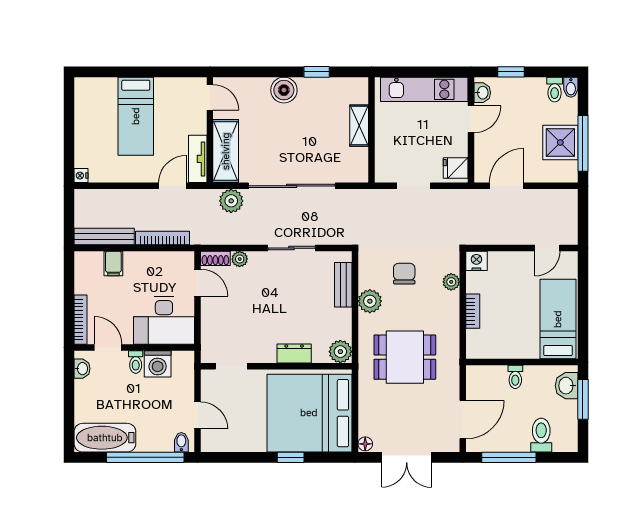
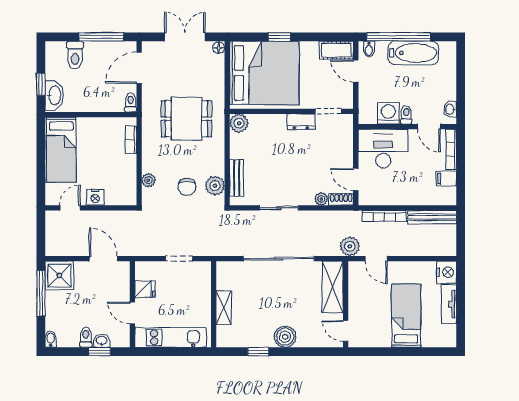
toilet: (555, 90) -> (86, 337), moved
washbasin: (482, 93) -> (102, 341), moved, turned 90
door: (471, 119) -> (132, 313), hinge flipped
shower: (560, 142) -> (59, 275), moved
tv unit: (198, 159) -> (449, 304), moved, turned 180
fridge: (456, 168) -> (145, 289), moved
nightstand: (81, 176) -> (446, 272), width x1.89, depth x1.79
door: (172, 186) -> (376, 259), hinge flipped
door: (507, 186) -> (103, 259), swing flipped
plant: (231, 201) -> (350, 246), moved
nightstand: (476, 261) -> (95, 197), moved
filing cabinet: (113, 264) -> (446, 179), moved, turned -90
plant: (370, 301) -> (215, 186), moved
bookcase: (473, 311) -> (131, 140), moved
dresser: (294, 353) -> (301, 122), moved
toilet: (515, 377) -> (131, 103), moved
washbasin: (567, 386) -> (54, 95), width x1.38
window: (583, 399) -> (41, 84), width x0.67
bathtub: (105, 438) -> (413, 53), moved
cot: (221, 441) -> (336, 50), added

